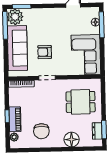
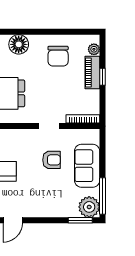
sofa: (17, 48) -> (87, 166), width x0.73
chair: (41, 131) -> (58, 56), turned 180

